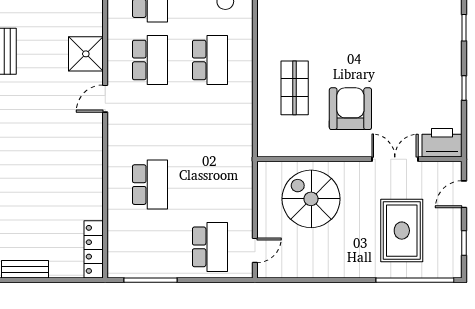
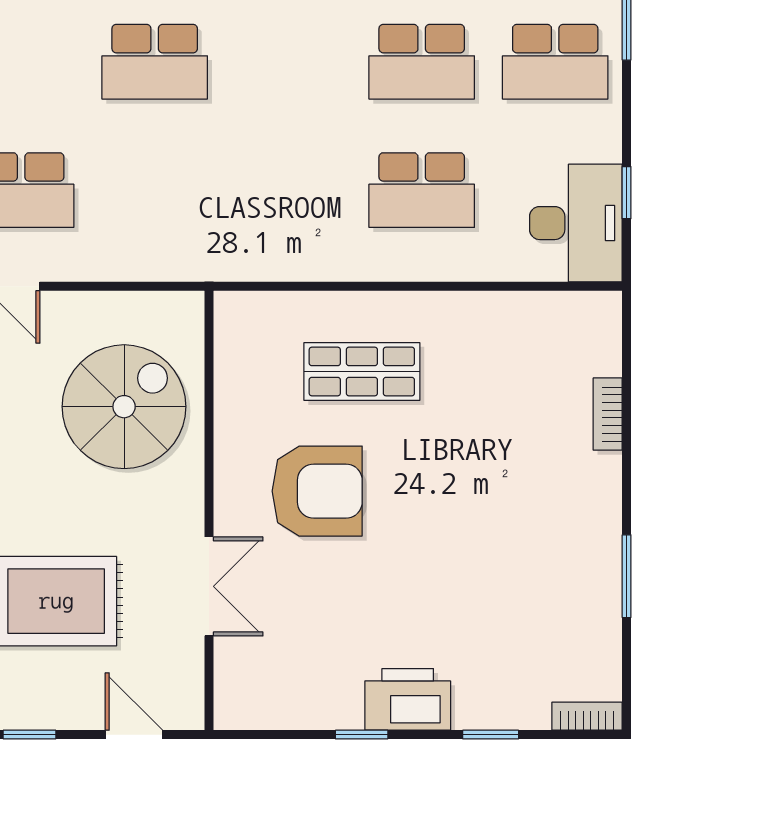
printer: (442, 143) -> (408, 699), moved, turned -90

